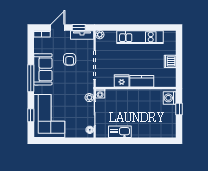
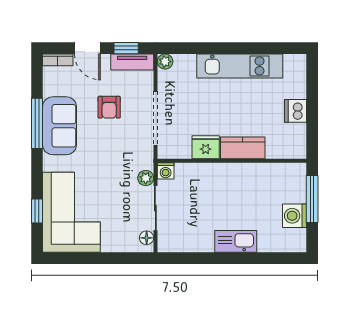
door: (58, 27) -> (87, 48), swing flipped
window: (31, 78) -> (37, 123), moved
washing machine: (170, 98) -> (295, 216), moved
window: (179, 109) -> (312, 199), width x2.17
kitchen sink: (120, 132) -> (236, 241), moved

